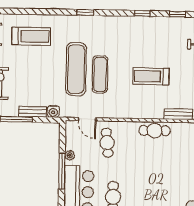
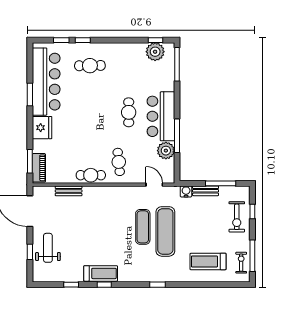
treadmill: (151, 76) -> (101, 273), moved
cafe table: (107, 143) -> (119, 162), moved
plant: (70, 155) -> (166, 151), width x1.87, depth x1.87

